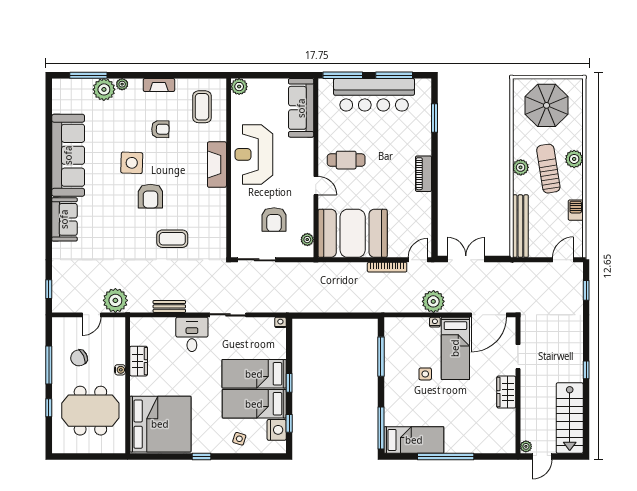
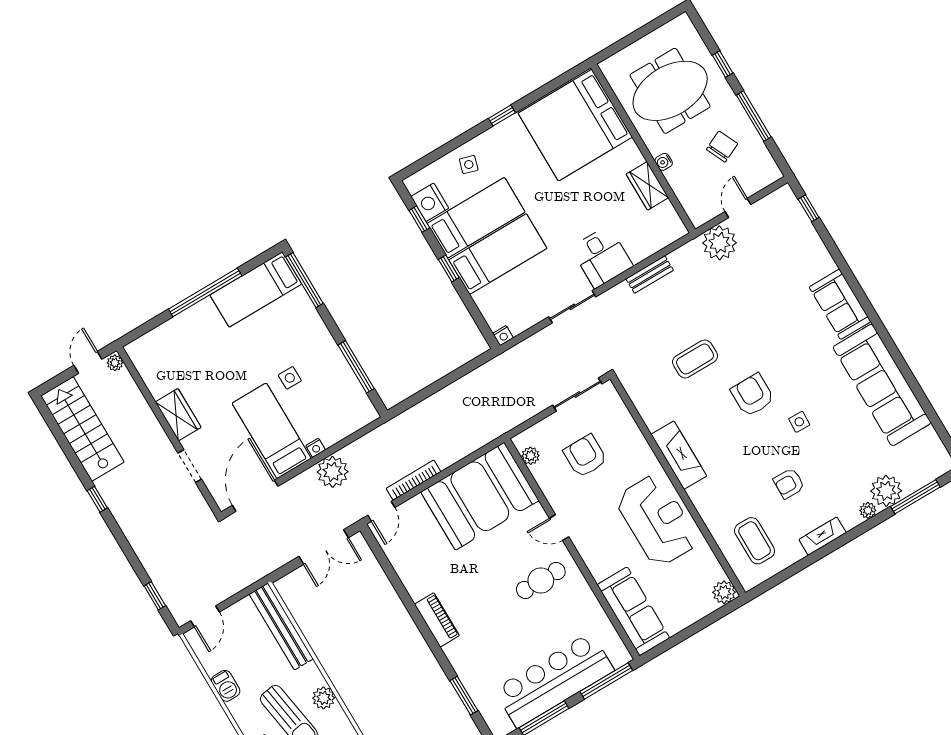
side table: (132, 163) -> (799, 422), width x0.54, depth x0.54
fireplace: (217, 165) -> (679, 455), moved

